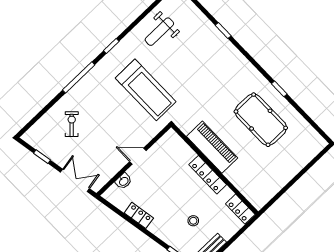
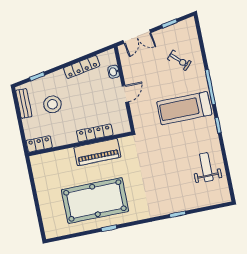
treadmill: (146, 90) -> (184, 108), moved
pool table: (261, 120) -> (95, 200), width x1.36, depth x1.32
locker: (208, 175) -> (95, 133), moved
locker: (139, 215) -> (82, 67), width x1.53
stool: (193, 221) -> (52, 104), width x1.89, depth x1.89

